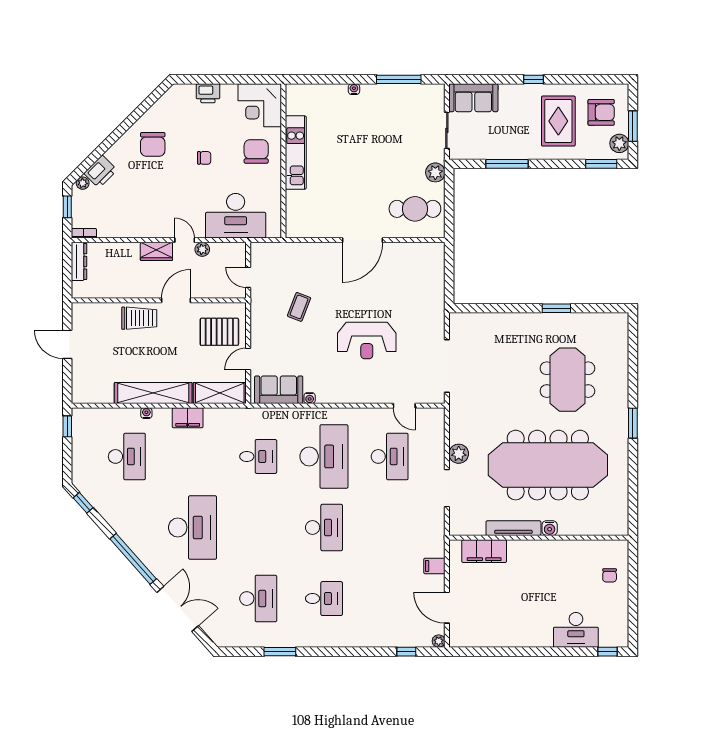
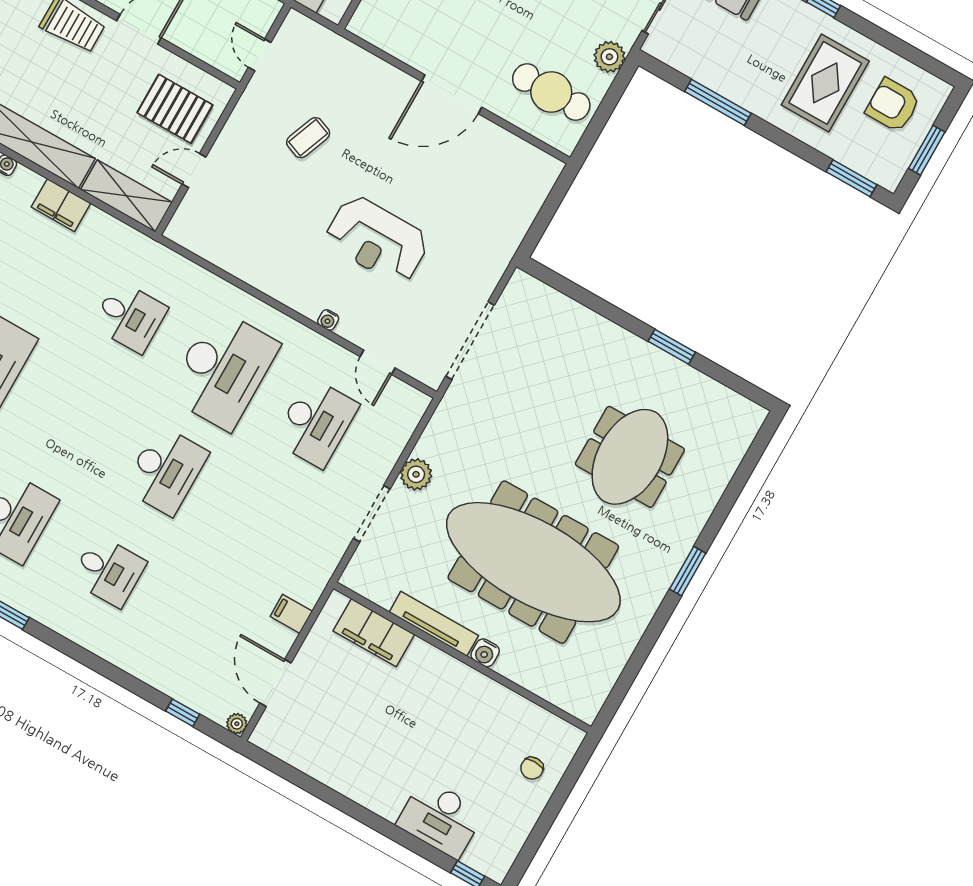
armchair: (601, 112) -> (893, 105), turned 180
plant: (619, 143) -> (894, 164), removed
sofa: (279, 390) -> (213, 239), removed
water cooler: (310, 398) -> (328, 320), moved

